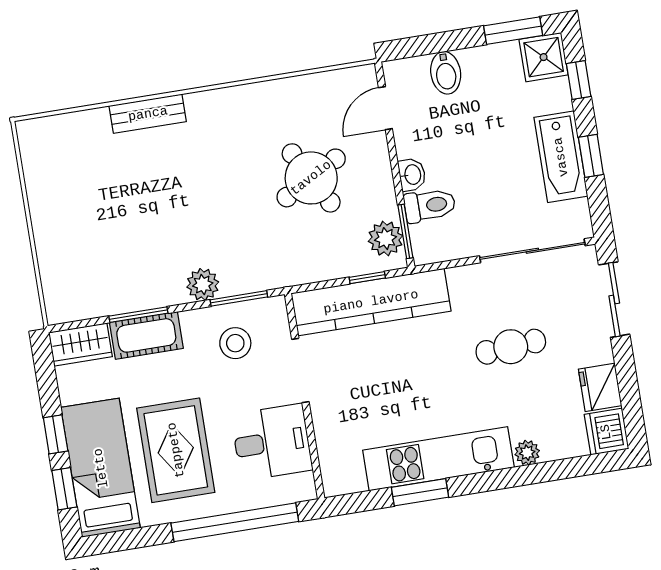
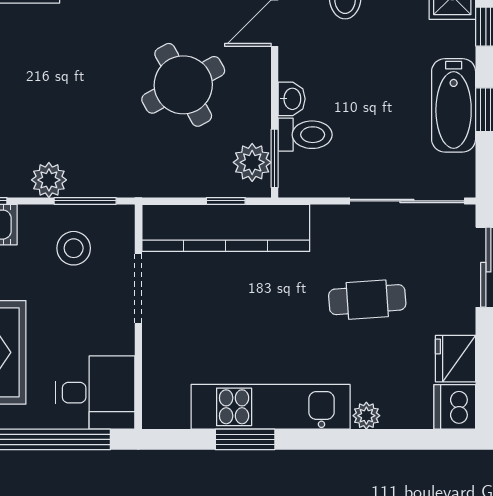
desk: (272, 442) -> (95, 393), moved

